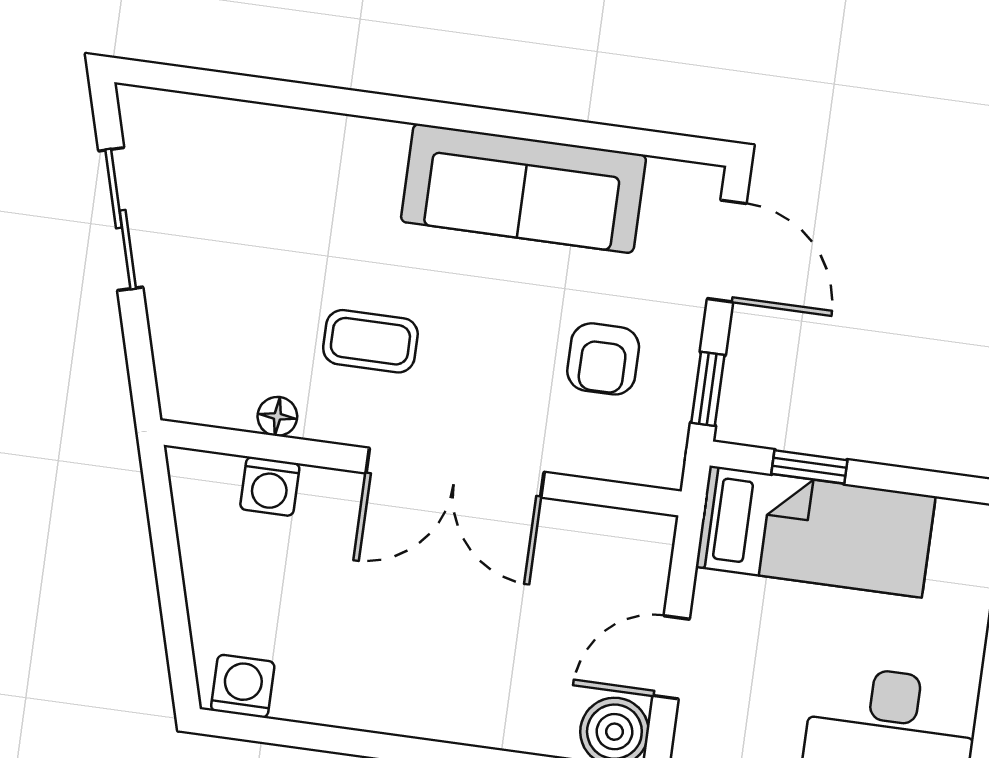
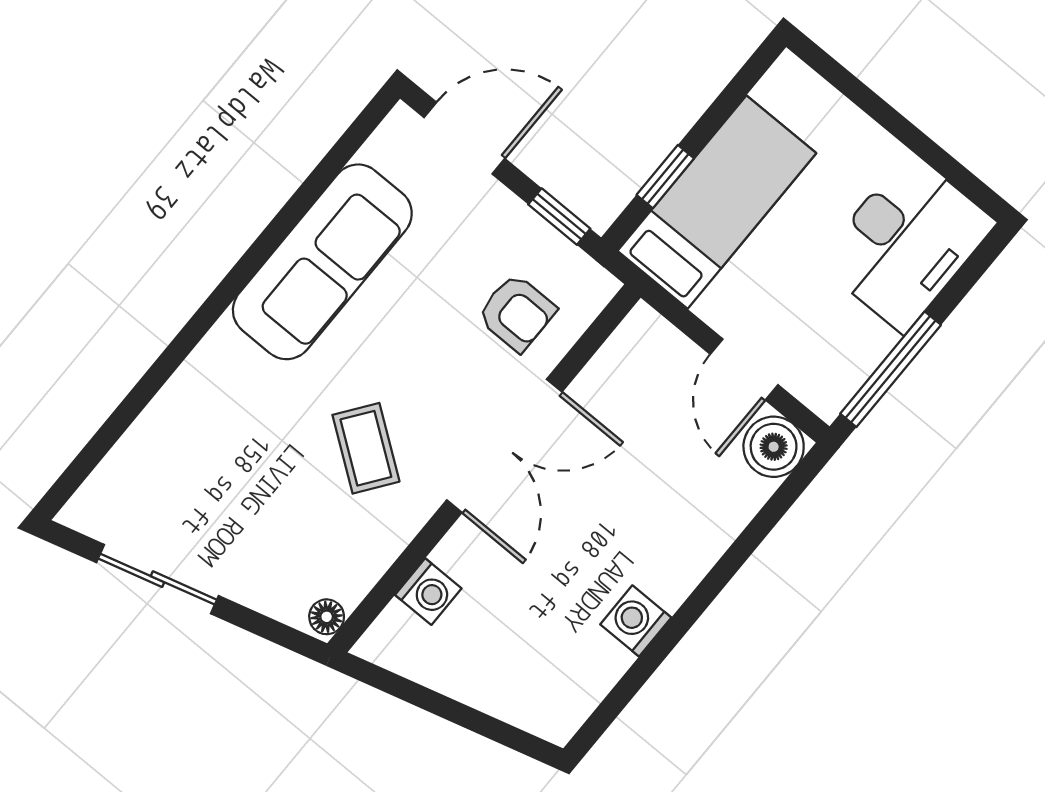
coffee table: (370, 341) -> (366, 448), turned -54
armchair: (603, 359) -> (517, 313), moved
floor lamp: (277, 416) -> (327, 617), moved
washing machine: (243, 686) -> (636, 621), moved

